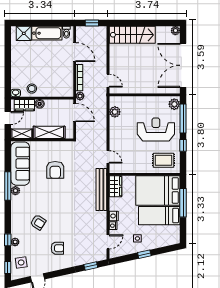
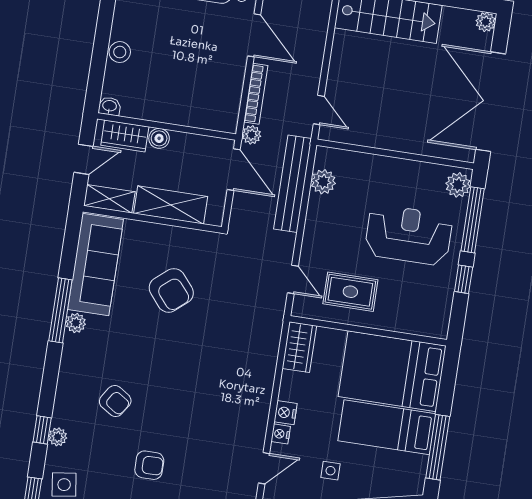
stool: (32, 89) -> (120, 52), moved
rug: (163, 160) -> (350, 292), moved
armchair: (55, 170) -> (171, 290), turned -40
bench: (101, 190) -> (293, 184), moved
window: (183, 203) -> (438, 447), moved

